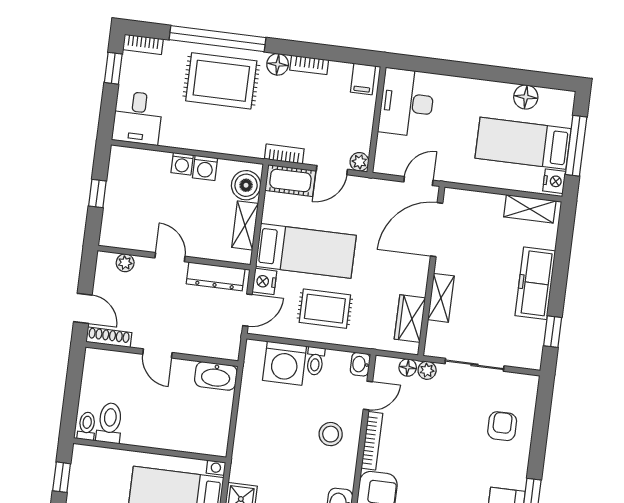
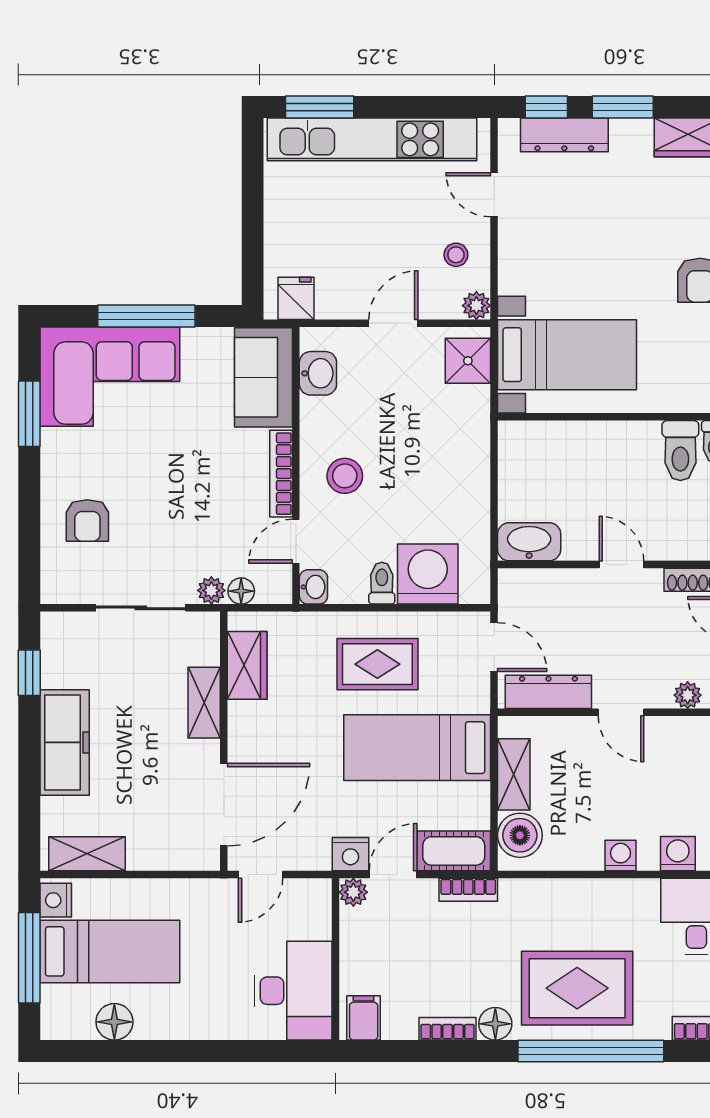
washing machine: (205, 168) -> (678, 854), moved
nightstand: (264, 281) -> (350, 854), moved, turned 90
door: (247, 310) -> (494, 647), swing flipped

